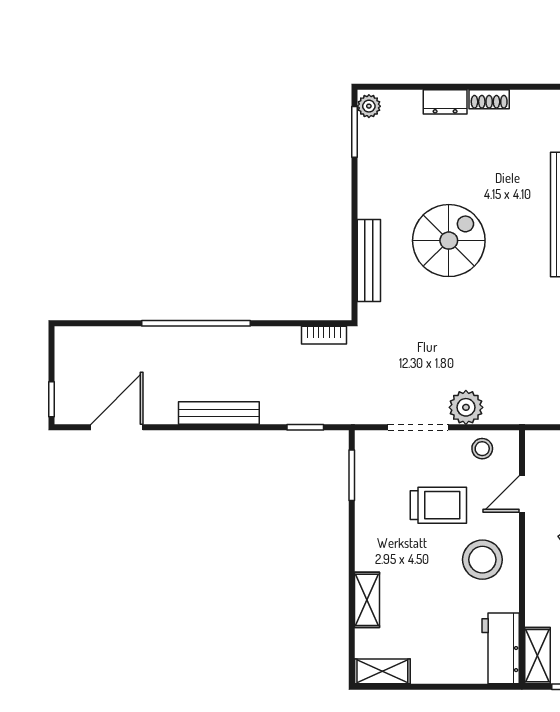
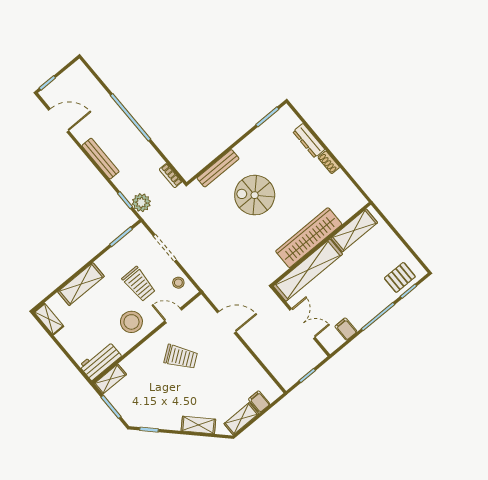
dresser: (445, 102) -> (309, 141), width x1.44
plant: (369, 106) -> (283, 114), removed
spiral stairs: (449, 241) -> (255, 195), turned 180
plant: (466, 407) -> (141, 203), moved
shelving: (367, 600) -> (81, 284), width x1.50, depth x1.33

